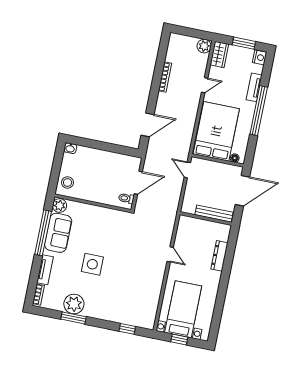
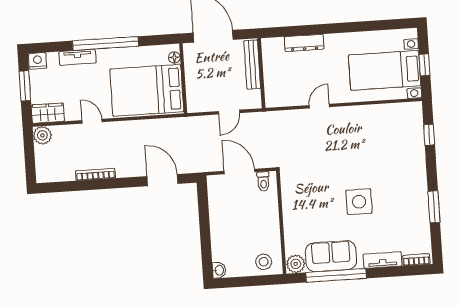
door: (187, 170) -> (229, 112), moved
plant: (74, 304) -> (416, 211), removed

